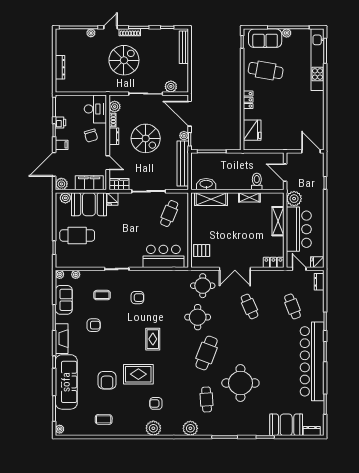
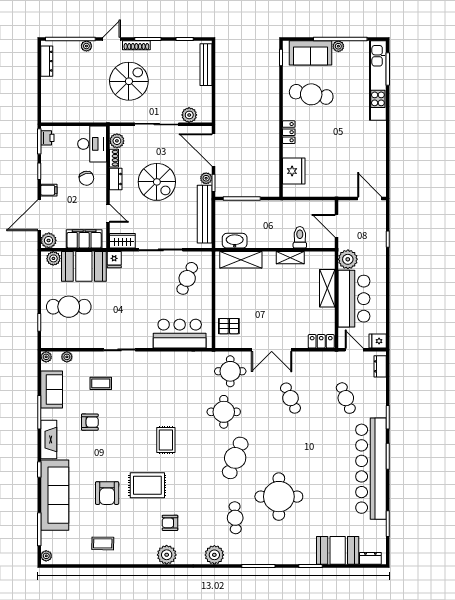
dresser: (60, 67) -> (47, 61), moved
printer: (61, 123) -> (47, 138), moved
armchair: (137, 298) -> (146, 387), removed

